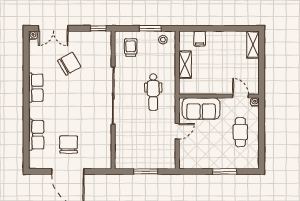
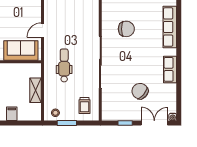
window: (98, 28) -> (125, 123), moved
filing cabinet: (200, 39) -> (12, 114), moved
chair: (69, 64) -> (140, 91), turned 70
row of seats: (36, 135) -> (170, 27), width x1.48
chair: (69, 144) -> (126, 29), moved, turned -90

